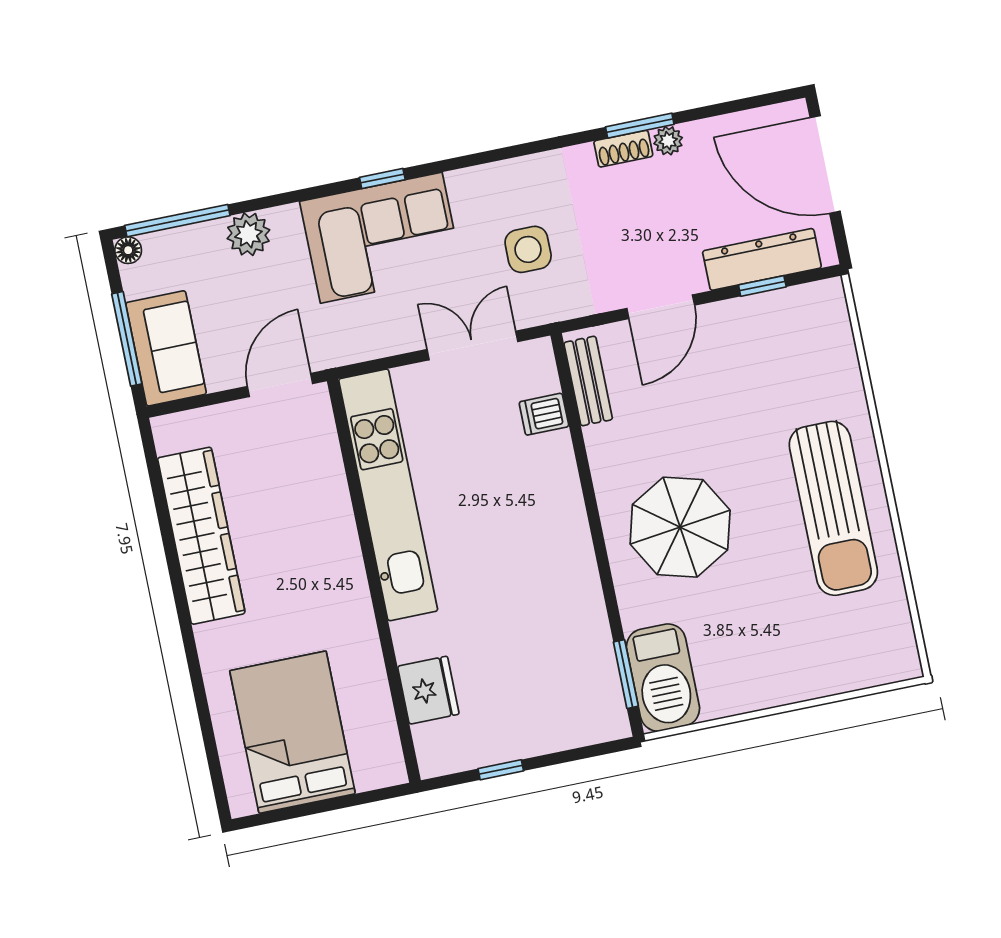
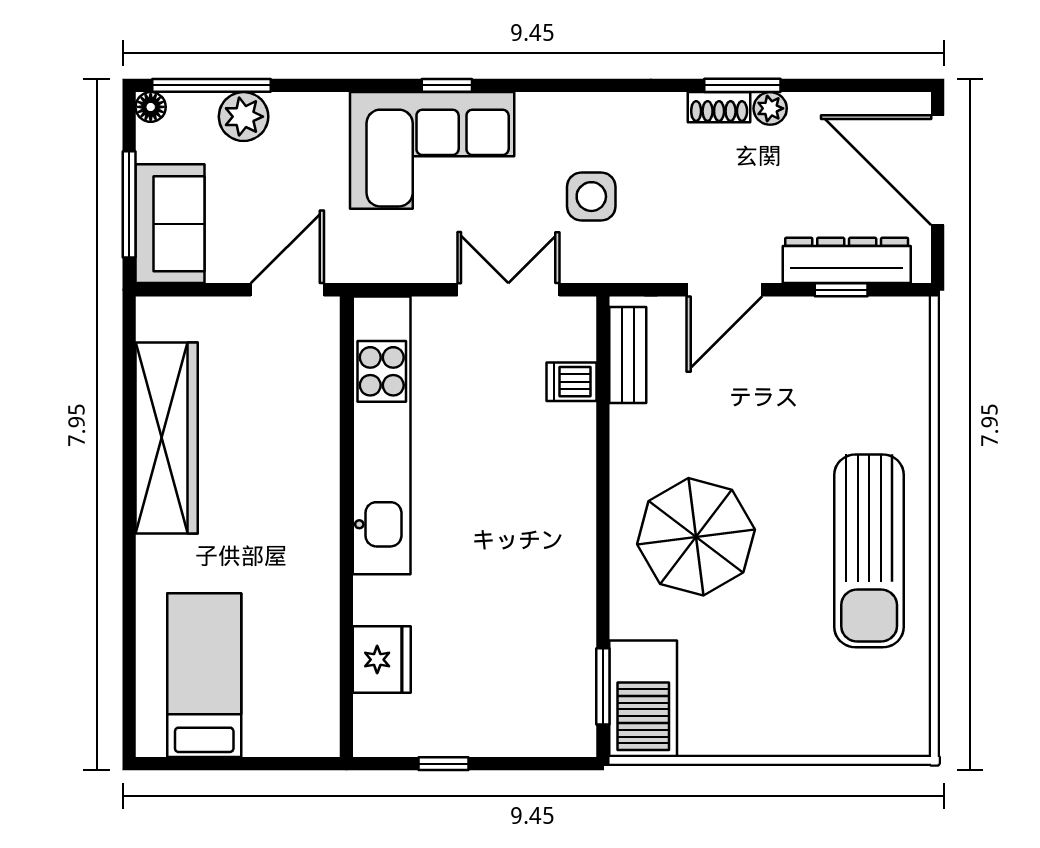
plant: (248, 234) -> (244, 117), moved
bed: (292, 732) -> (204, 675), width x0.67

